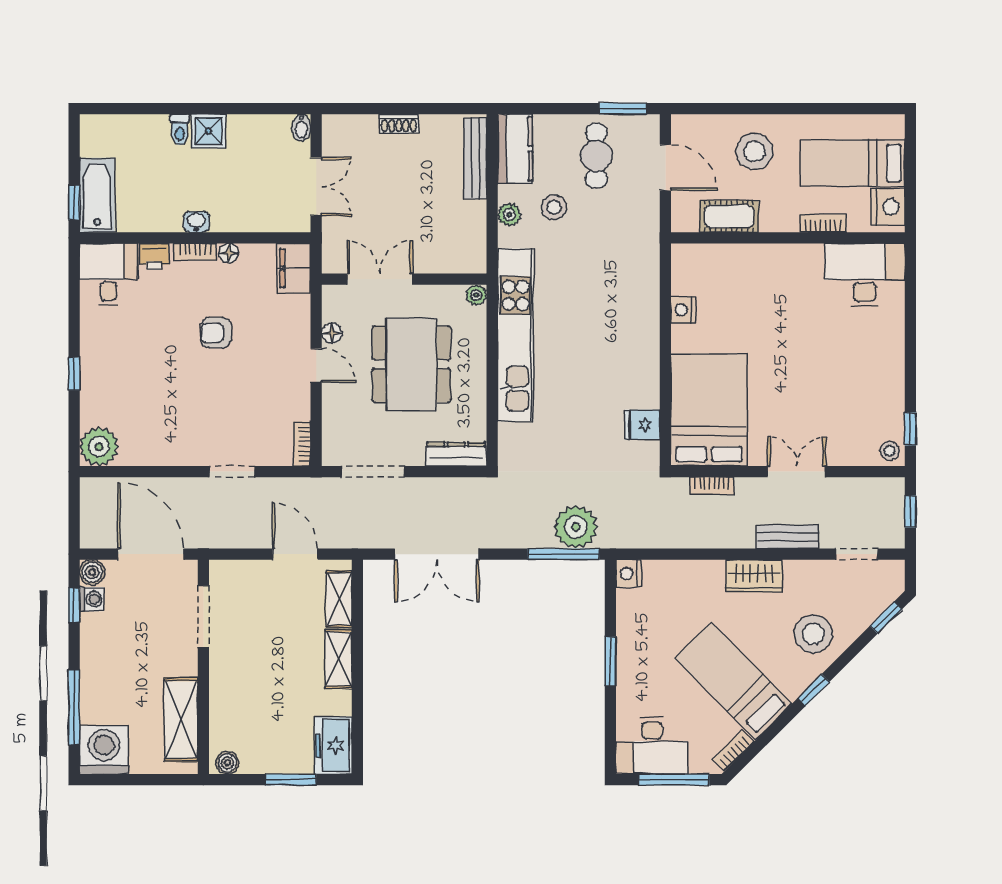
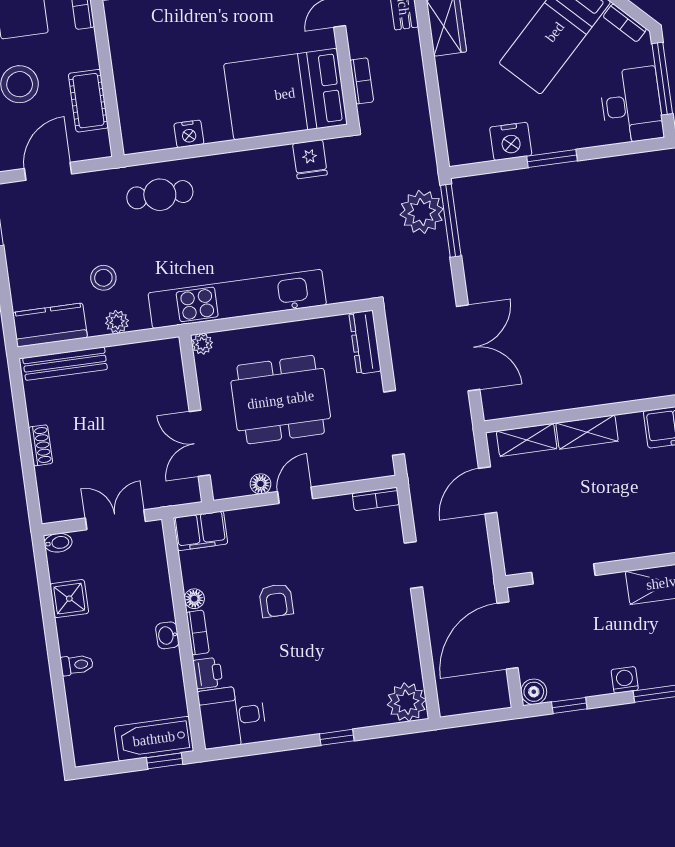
shower: (208, 131) -> (69, 599), moved
cafe table: (596, 156) -> (160, 195), moved
nightstand: (629, 573) -> (511, 141), moved, width x1.36, depth x1.33
washing machine: (92, 599) -> (625, 680), moved

